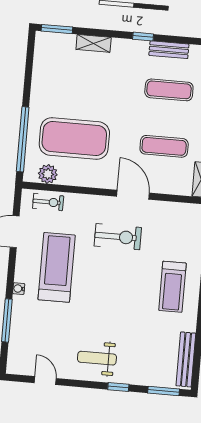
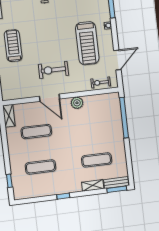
bench: (169, 50) -> (116, 183), moved
exercise mat: (74, 139) -> (97, 160), moved, width x0.50, depth x0.69
plant: (48, 174) -> (77, 103), moved

